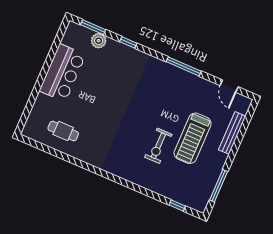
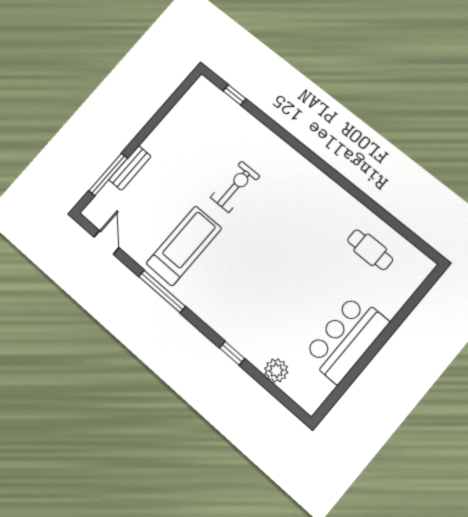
window: (93, 27) -> (279, 394), removed
bench: (232, 133) -> (130, 168), width x0.73
treadmill: (193, 138) -> (184, 246), moved
window: (219, 186) -> (108, 174), moved

